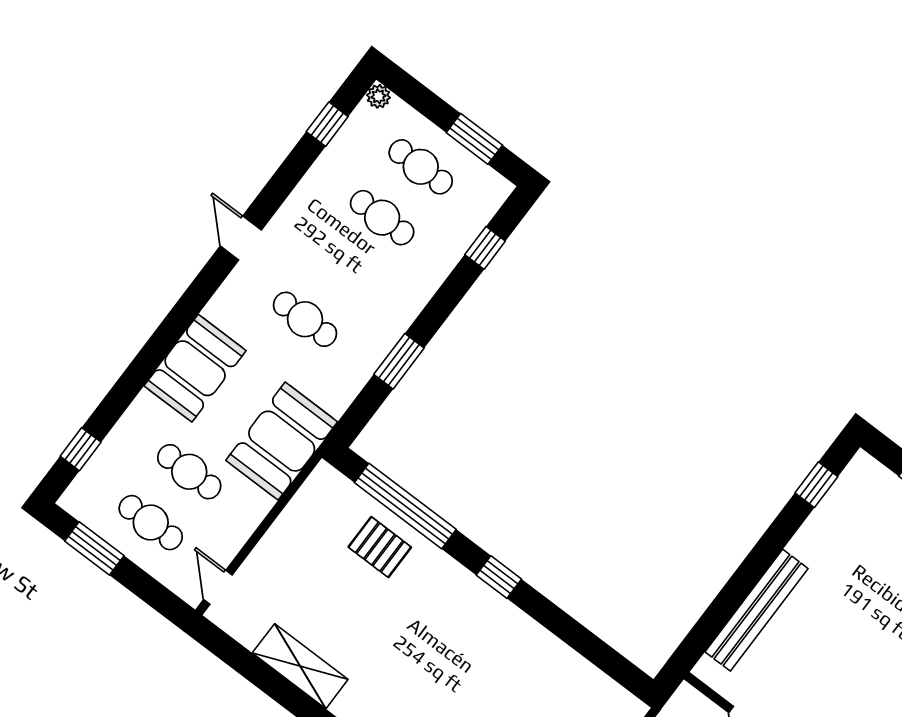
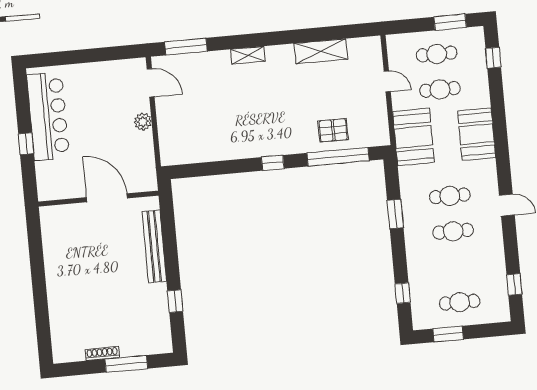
plant: (379, 96) -> (504, 315), removed
cafe table: (382, 218) -> (453, 231), moved
window: (816, 485) -> (175, 301), moved
door: (218, 587) -> (387, 81), moved

